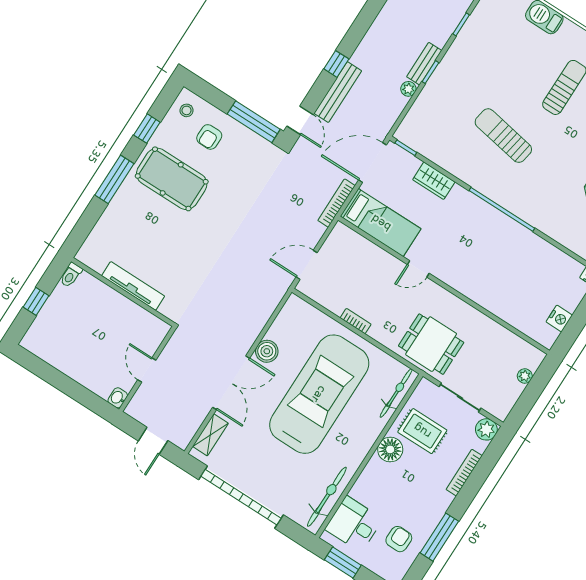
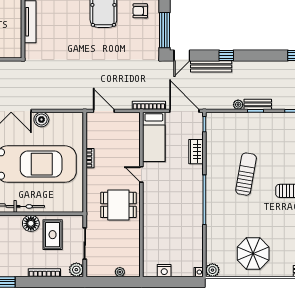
dining table: (431, 344) -> (118, 205), moved, turned 90
bicycle: (396, 393) -> (25, 206), moved

